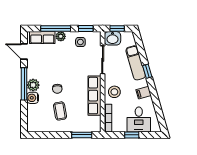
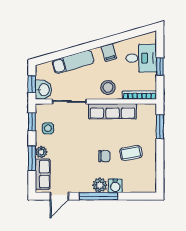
window: (56, 29) -> (32, 158), width x0.69
window: (147, 71) -> (83, 48), removed

